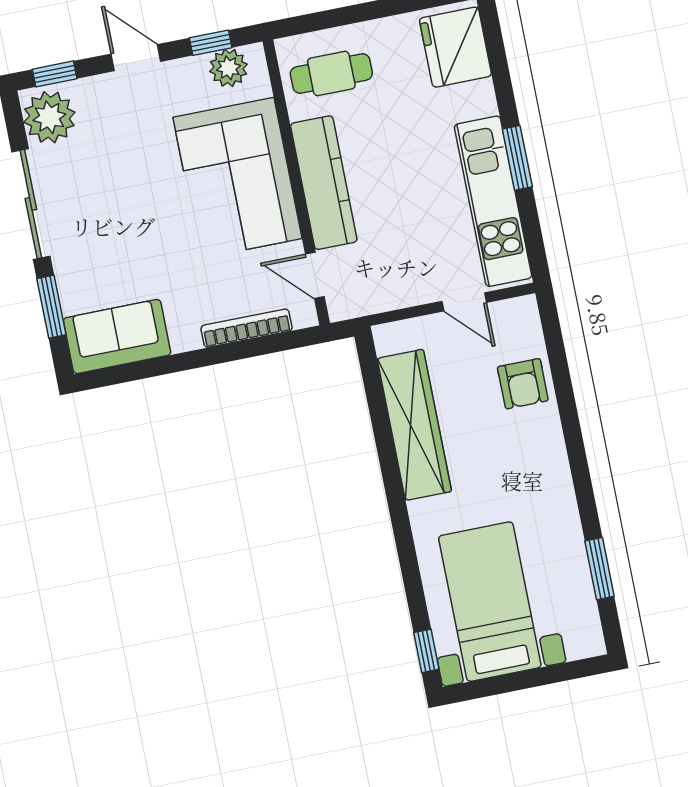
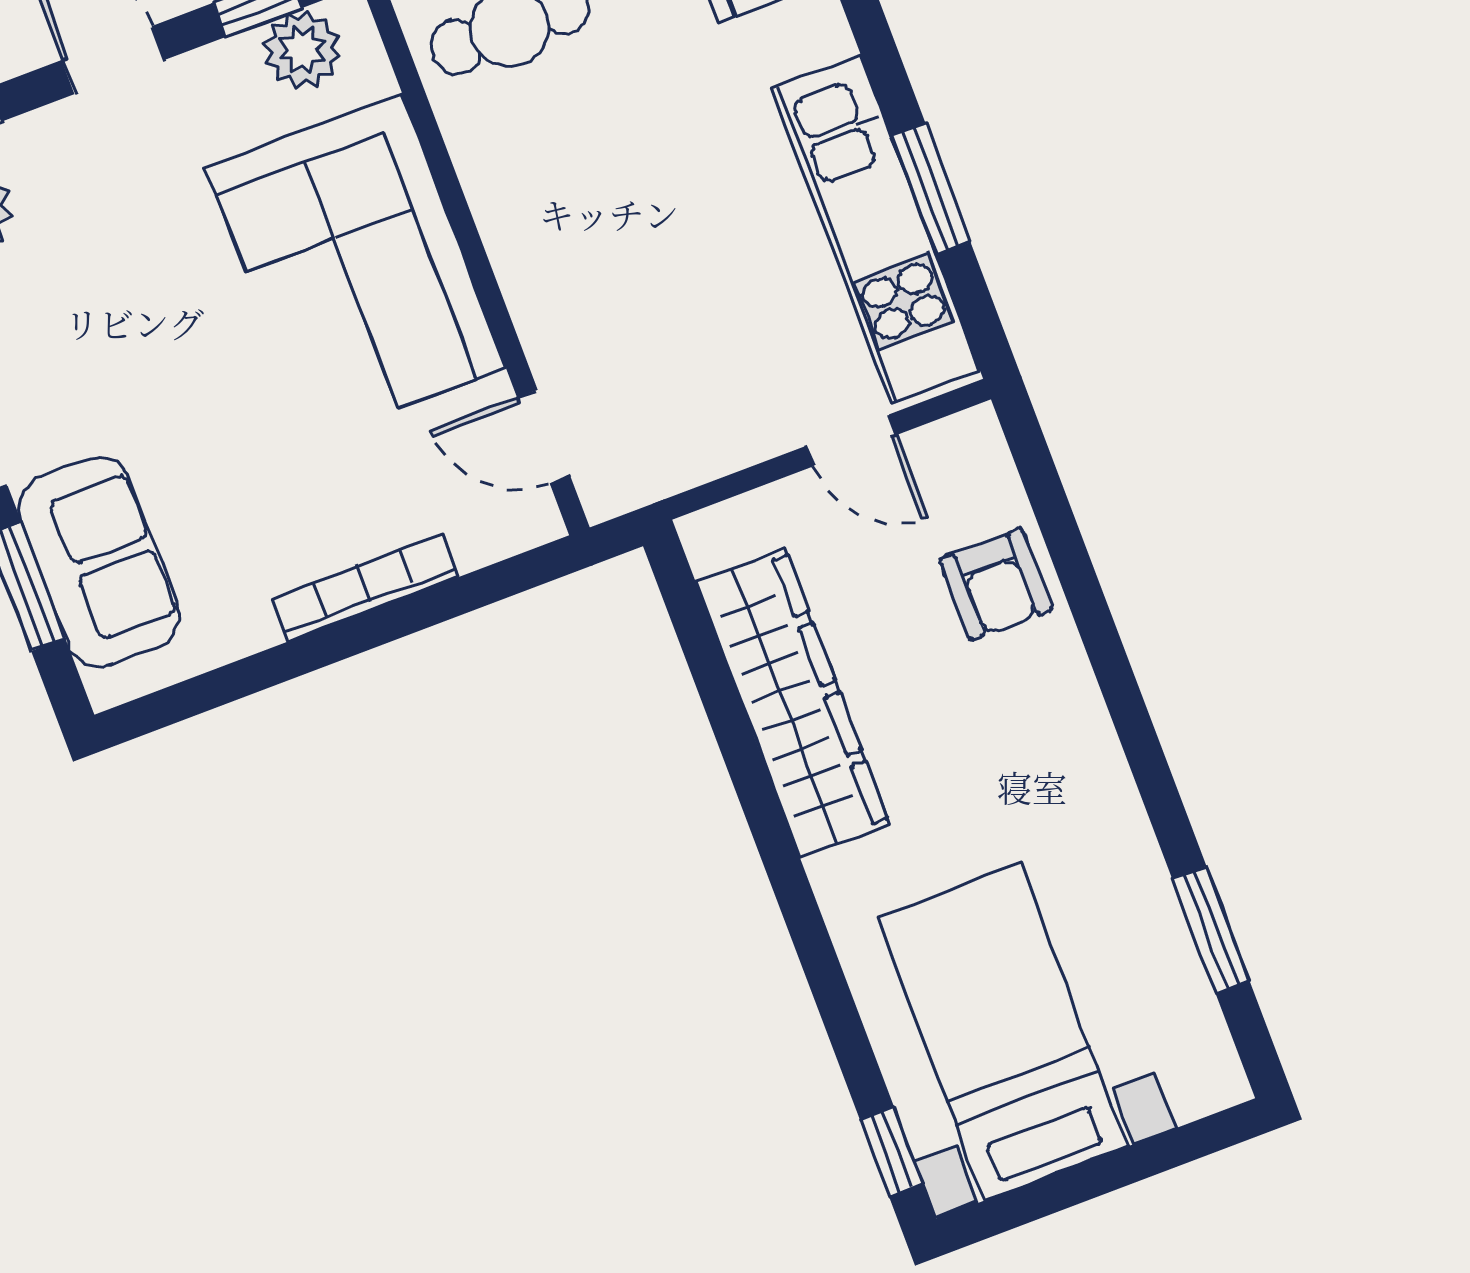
window: (517, 158) -> (931, 189), moved
kitchen counter: (324, 183) -> (531, 248), removed
bookcase: (246, 328) -> (365, 588), moved
sofa: (117, 337) -> (99, 562), moved, turned 90

